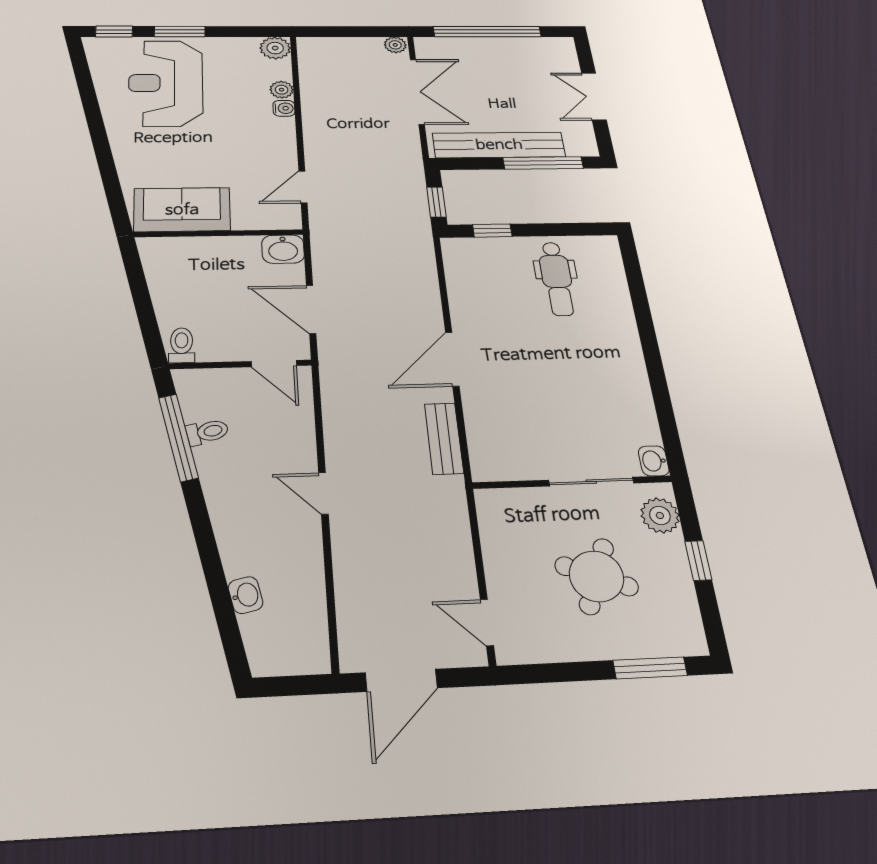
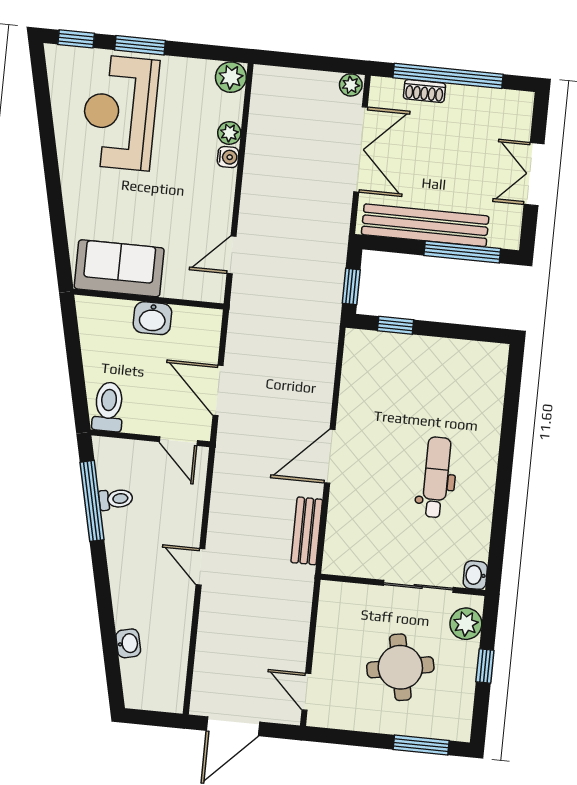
shoe rack: (468, 44) -> (424, 91), added
washbasin: (283, 249) -> (152, 318), moved
dental chair: (557, 279) -> (436, 477), moved, turned 180
toilet: (182, 345) -> (108, 407), width x1.37, depth x1.39
round table: (596, 576) -> (400, 667), turned -33

